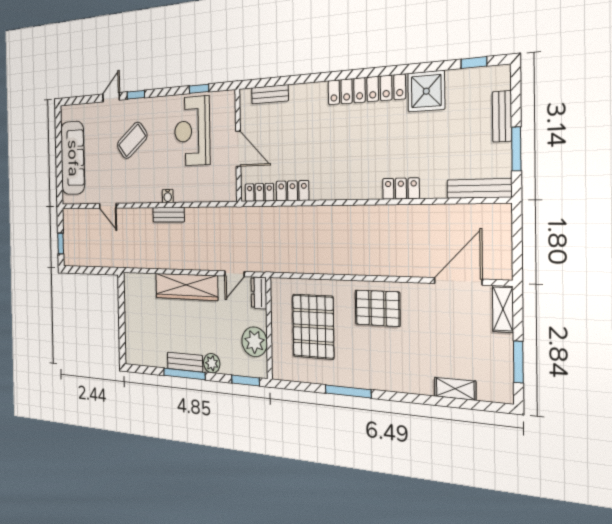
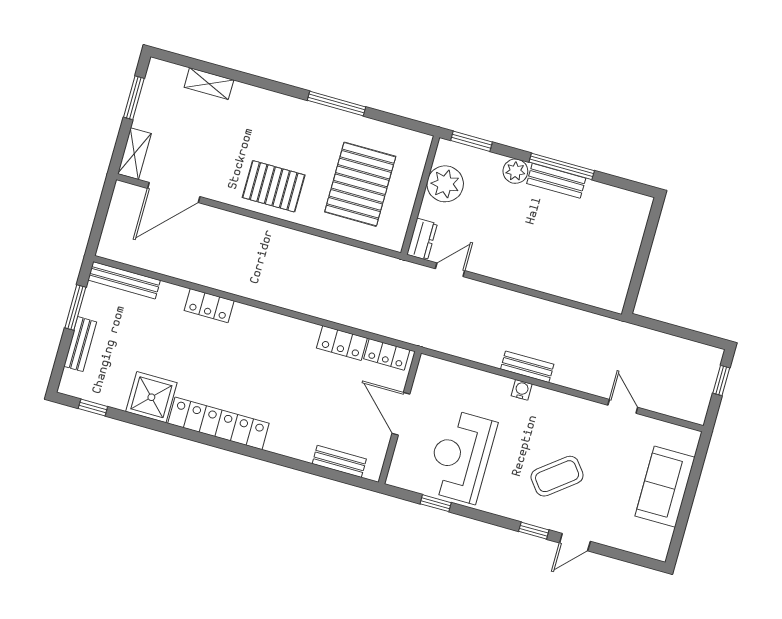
reception desk: (192, 131) -> (461, 456), turned 180
sofa: (73, 158) -> (665, 487), width x0.73
wardrobe: (186, 287) -> (526, 272), removed

